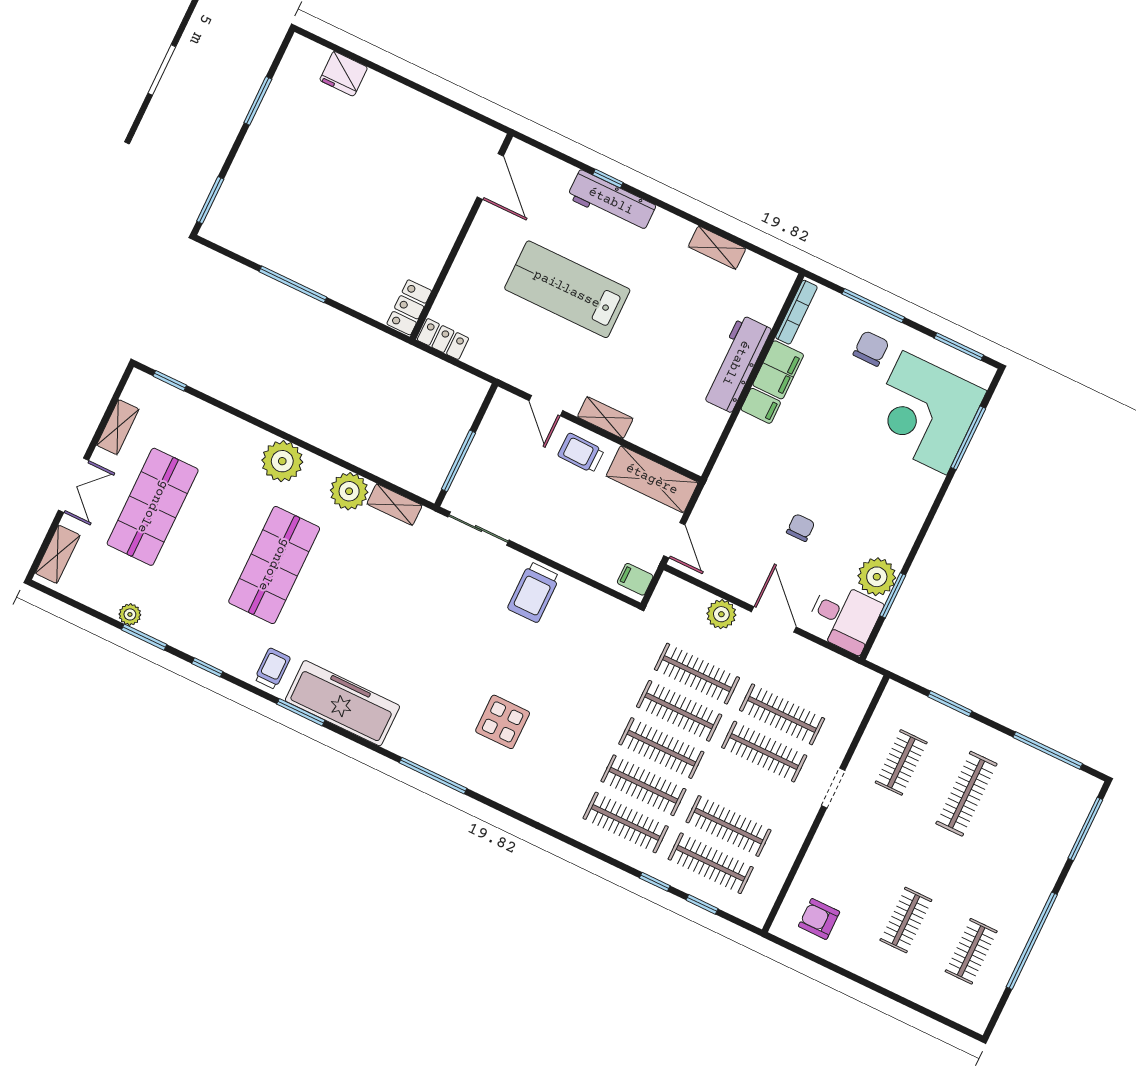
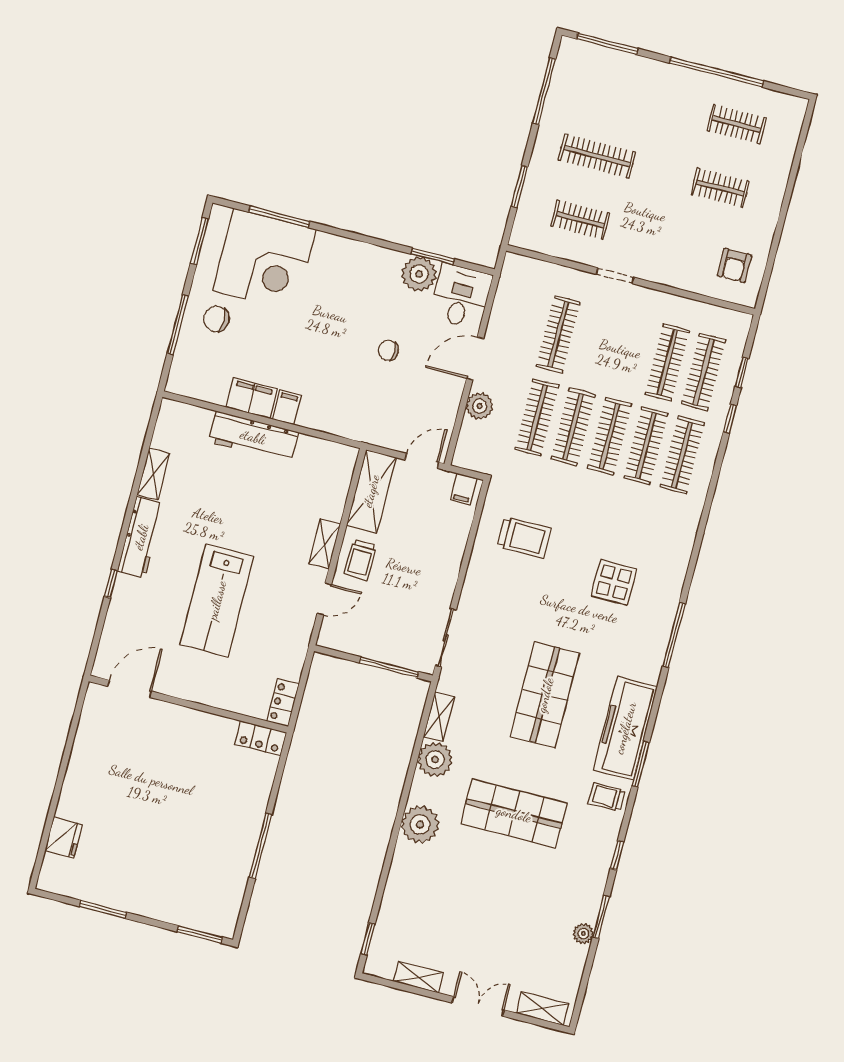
workbench: (611, 201) -> (141, 537), moved
bookcase: (796, 312) -> (197, 392), removed
shop shelf: (153, 507) -> (545, 695), moved, turned 90
trolley: (534, 592) -> (524, 537), moved
clothes rail: (764, 752) -> (595, 344), removed

